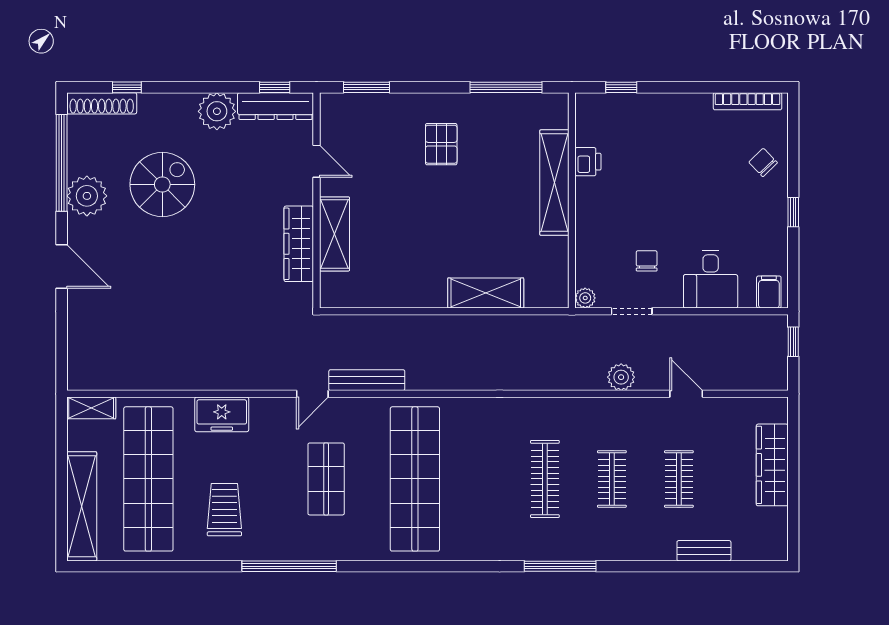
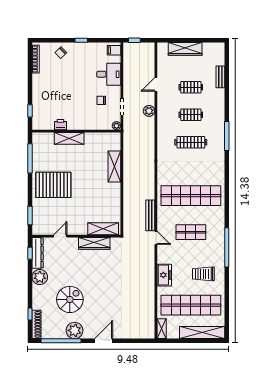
pallet: (441, 144) -> (53, 185), width x2.05, depth x2.00
shelving: (554, 183) -> (69, 138), width x0.68
spiral stairs: (162, 184) -> (70, 299), turned 90
shelving: (334, 234) -> (103, 229), moved

